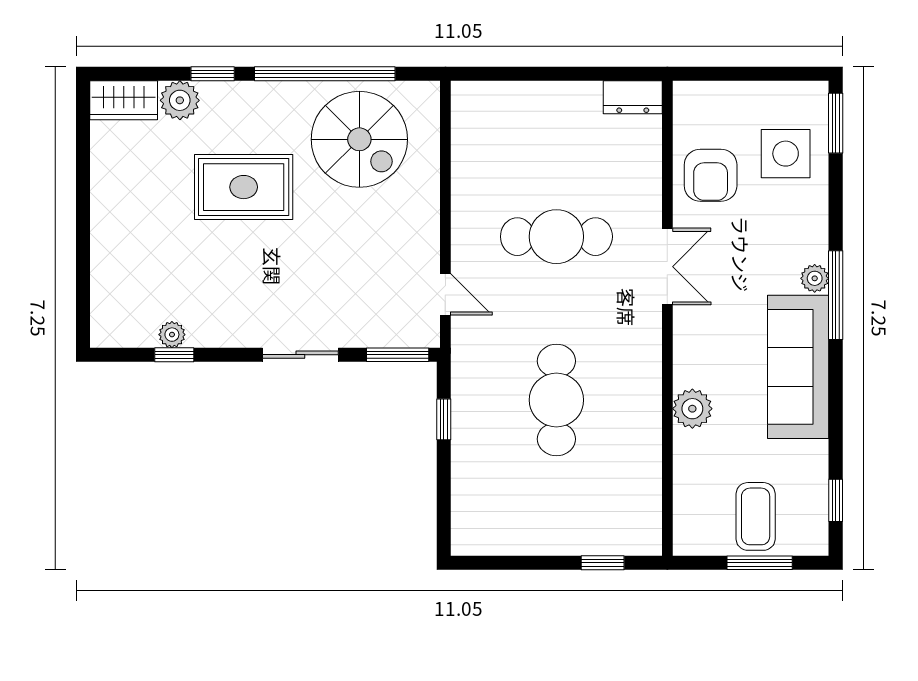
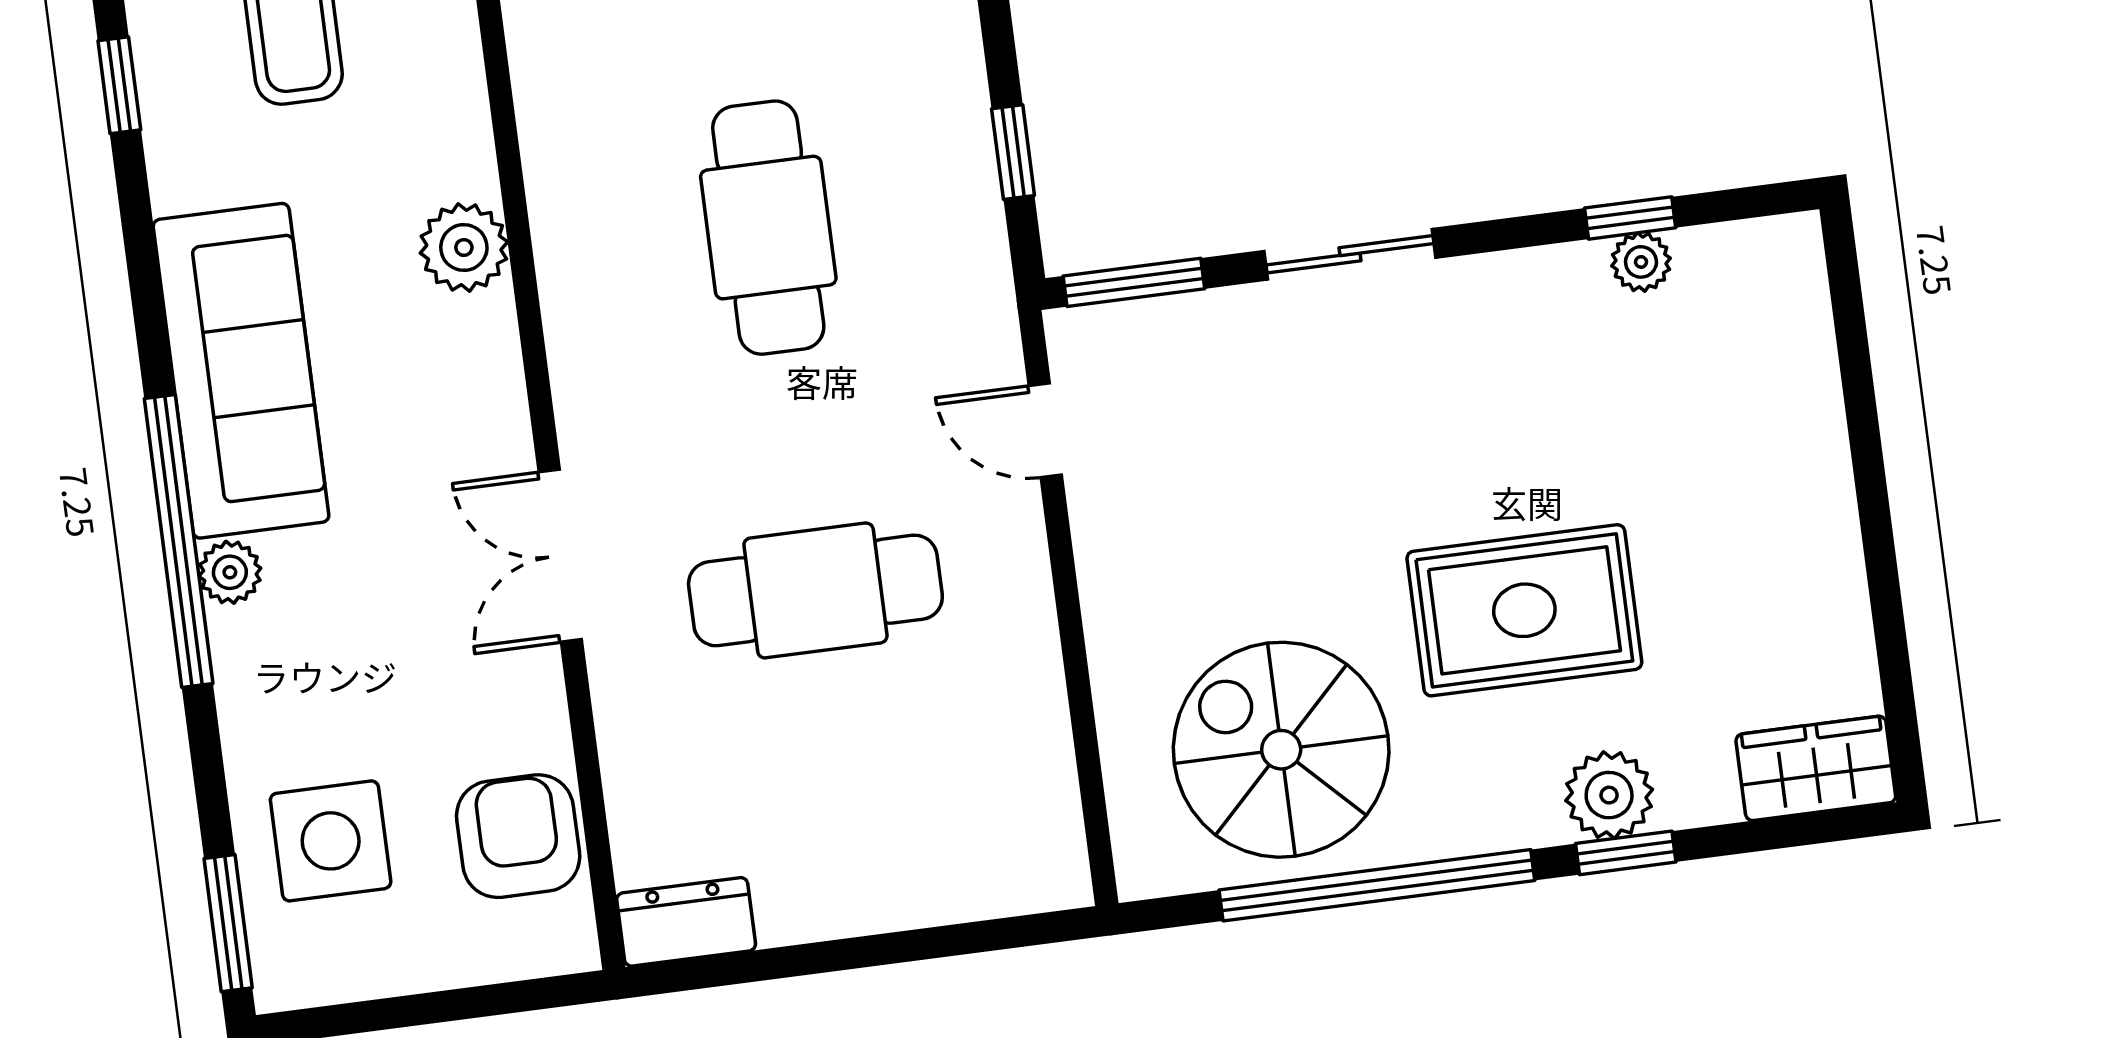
plant: (180, 100) -> (1609, 795), moved
armchair: (711, 175) -> (518, 836), moved
window: (836, 295) -> (179, 541), width x1.46

